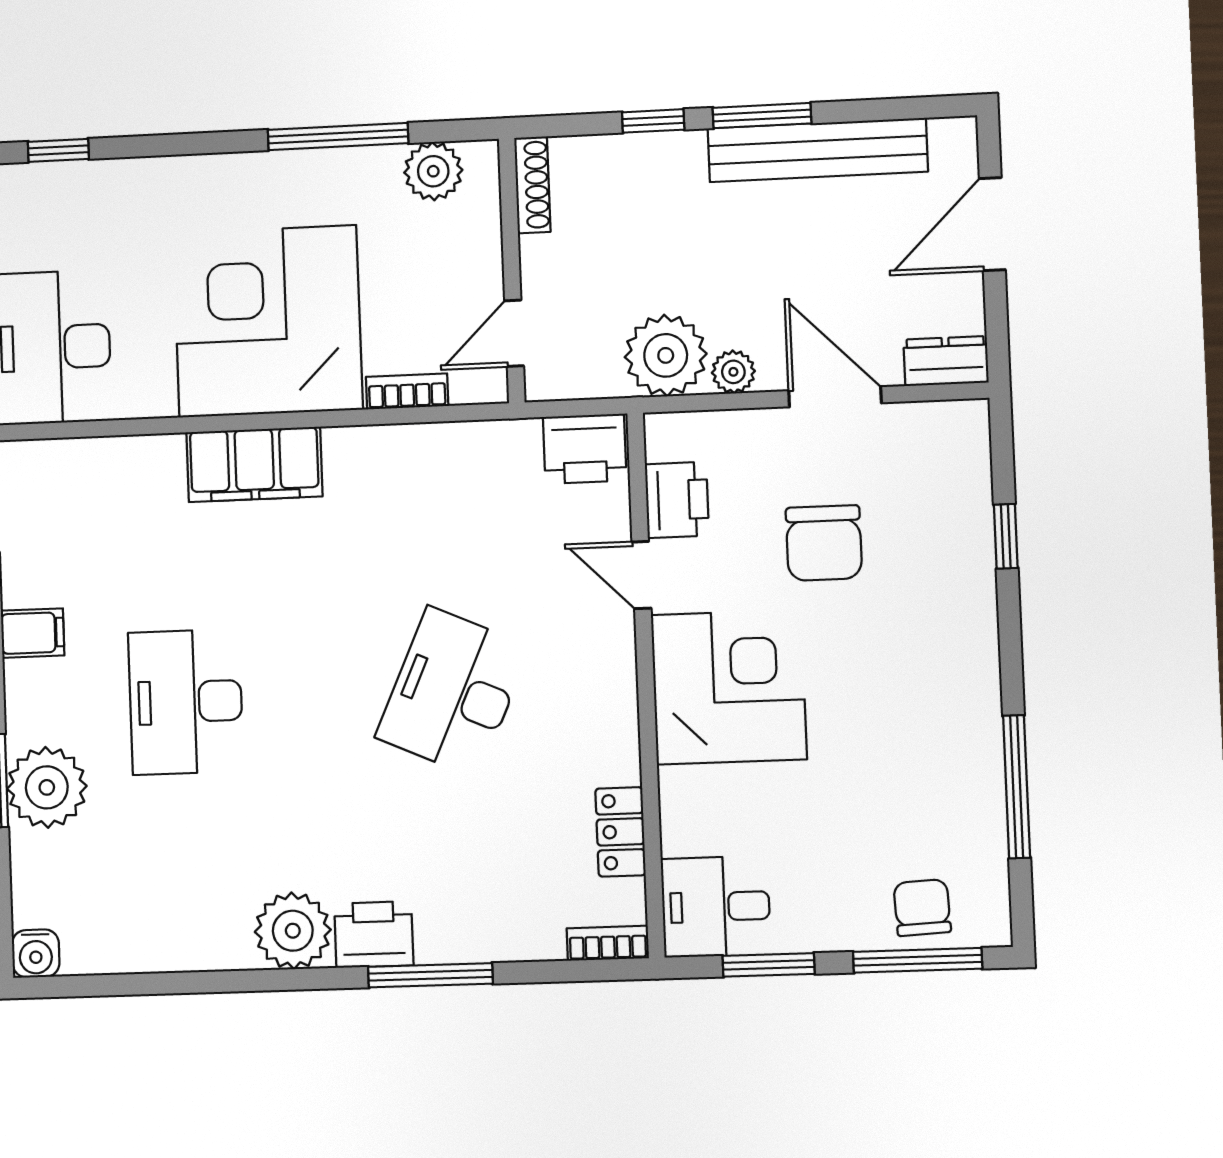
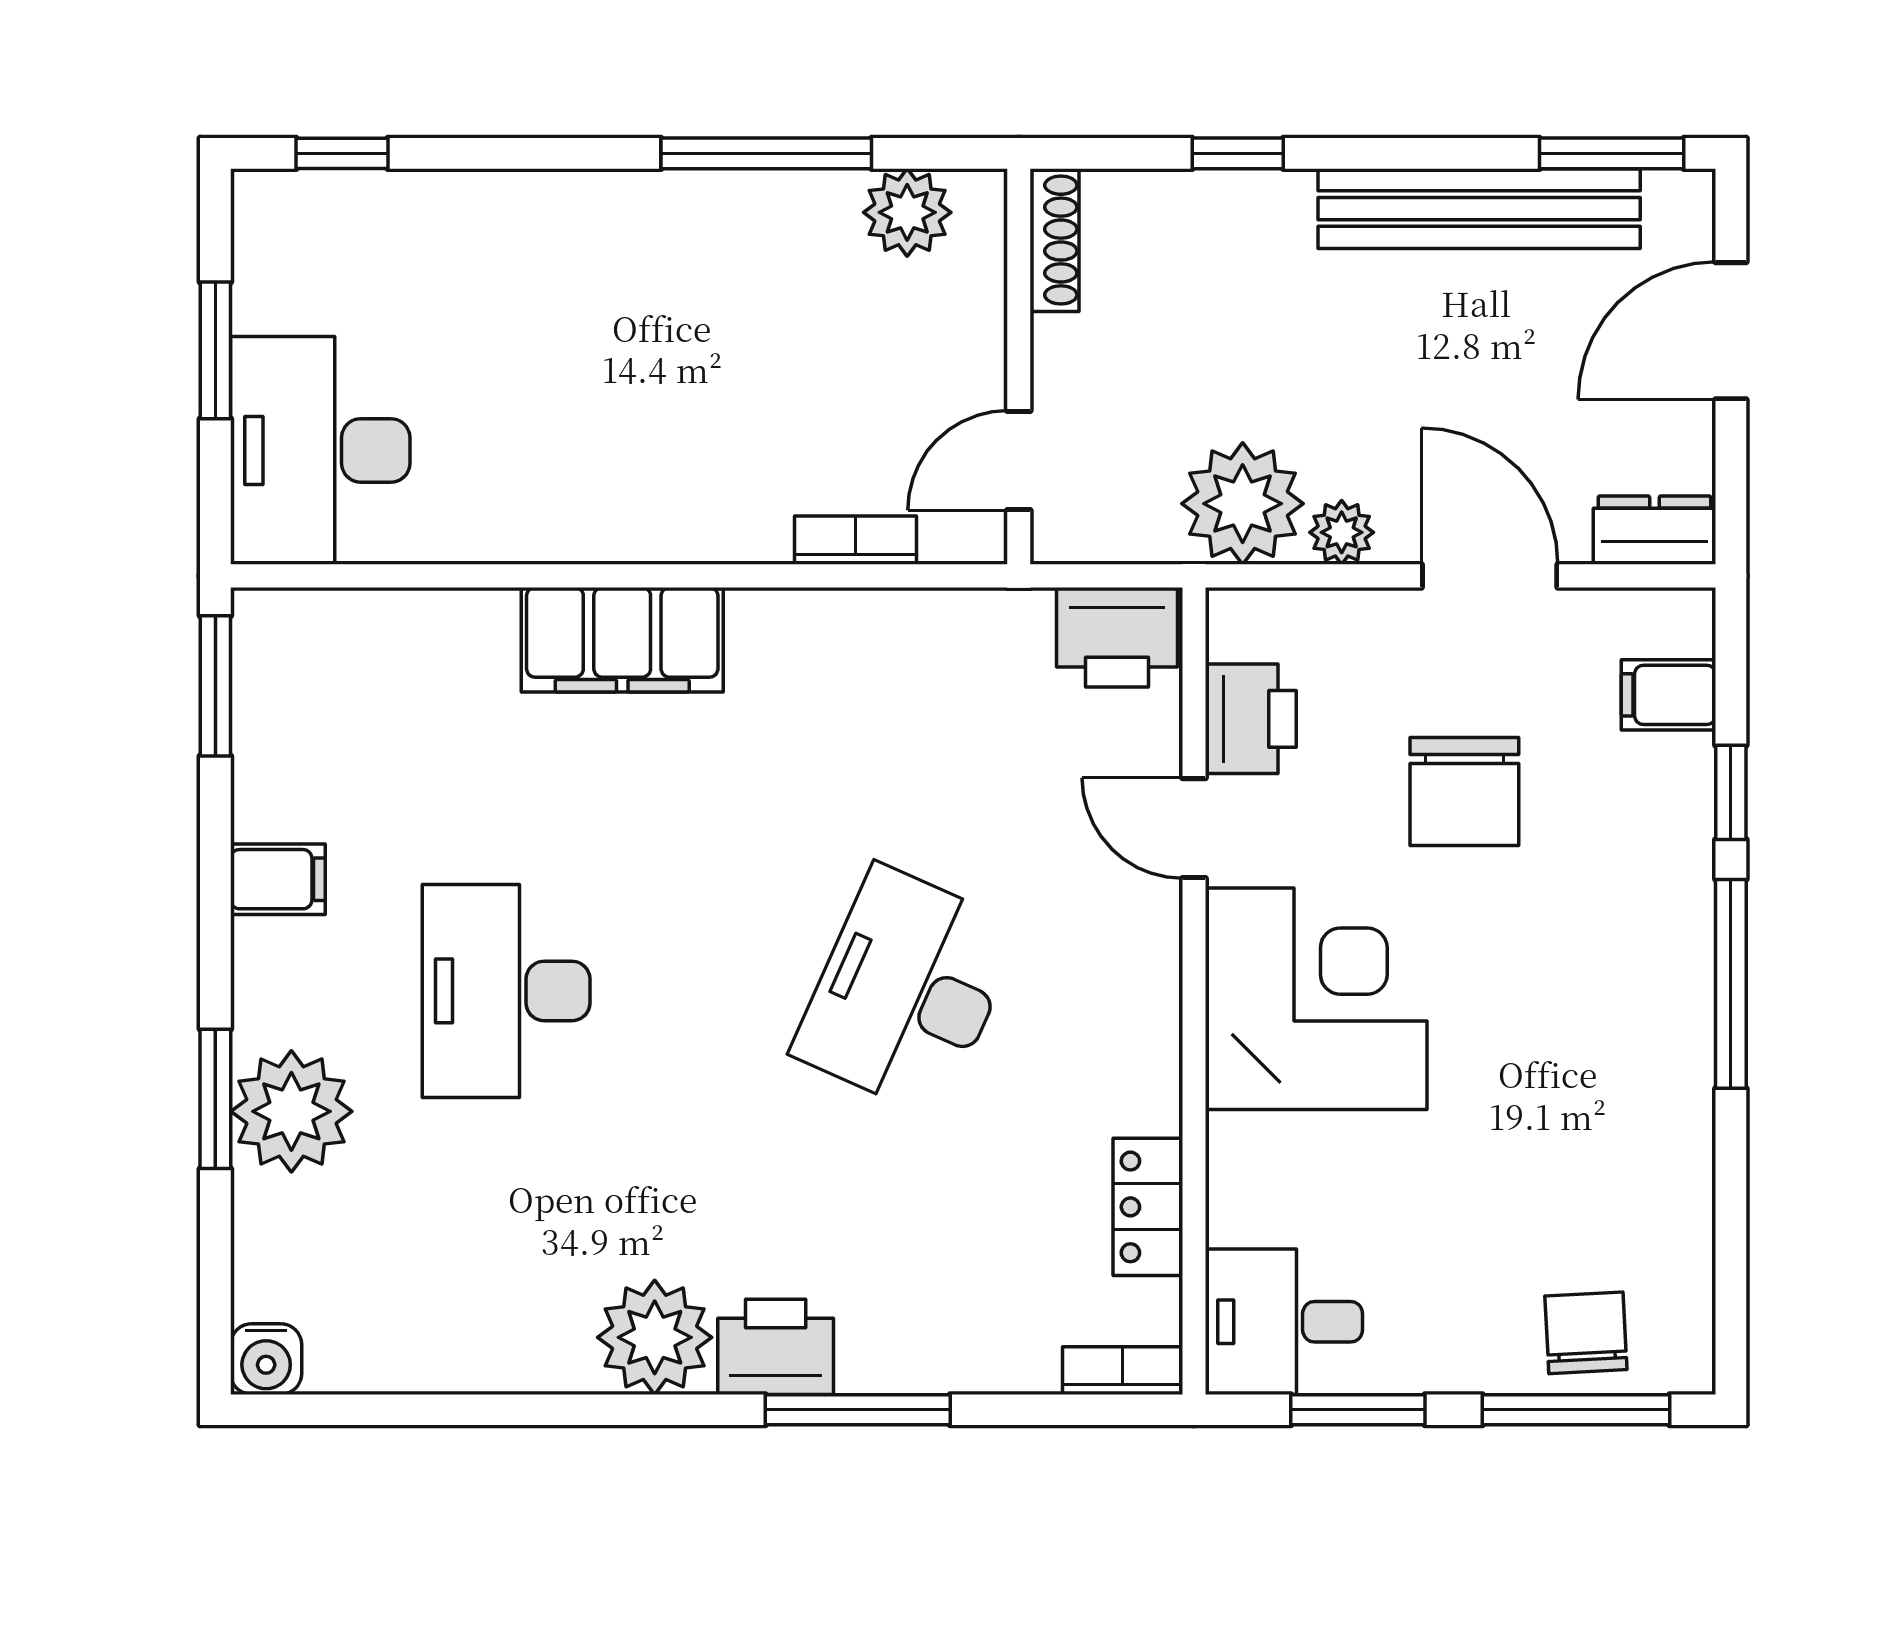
window: (762, 116) -> (1612, 153), moved
corner desk: (268, 321) -> (650, 426), removed
filing cabinet: (960, 472) -> (1669, 695), added
window: (1017, 787) -> (1731, 984), moved

